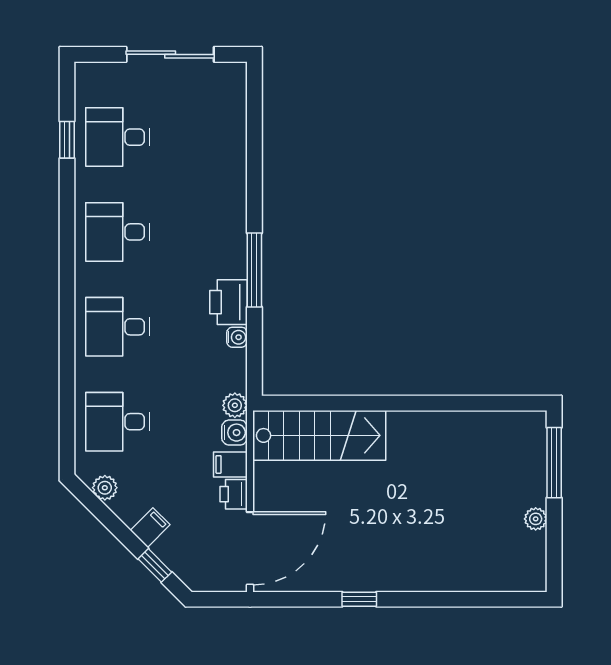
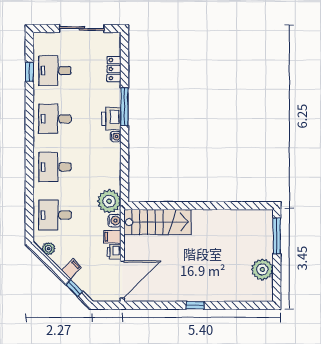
locker: (234, 134) -> (114, 69), added
window: (254, 270) -> (125, 107), moved
printer: (228, 302) -> (111, 119), moved
water cooler: (237, 337) -> (116, 137), moved
plant: (235, 405) -> (109, 201), width x1.87, depth x1.87
plant: (536, 519) -> (262, 269), width x1.87, depth x1.87
window: (359, 599) -> (195, 305), moved

